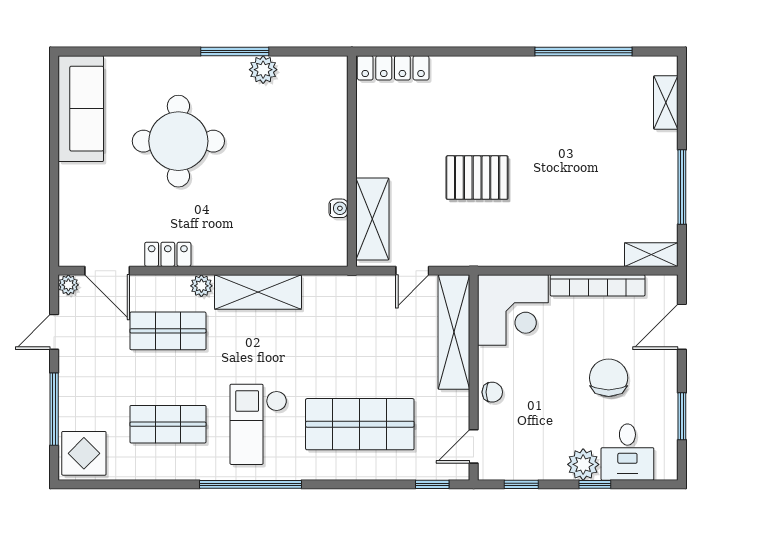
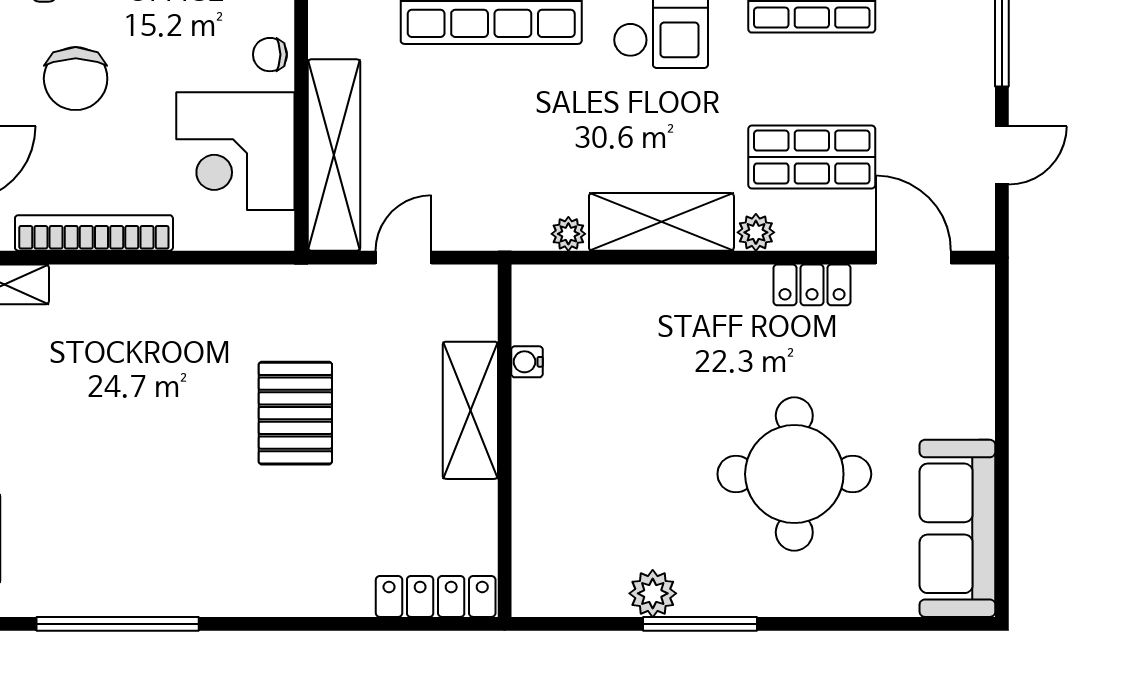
pallet: (477, 178) -> (295, 413), turned 90
shelving: (372, 219) -> (470, 410), moved
plant: (68, 285) -> (568, 234), moved
corner desk: (513, 310) -> (235, 151), moved, turned -90

